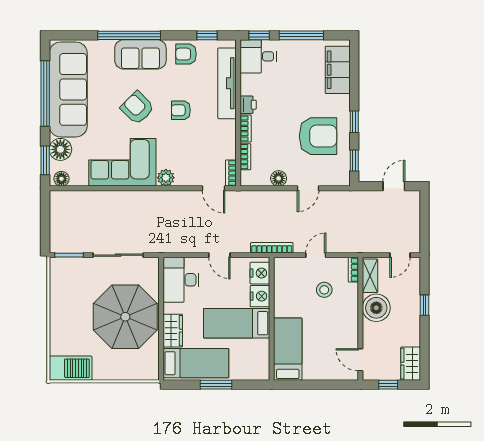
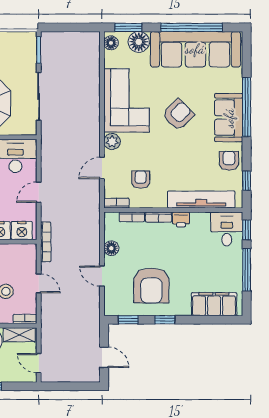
armchair: (181, 110) -> (141, 180), moved
door: (213, 188) -> (102, 168), moved

